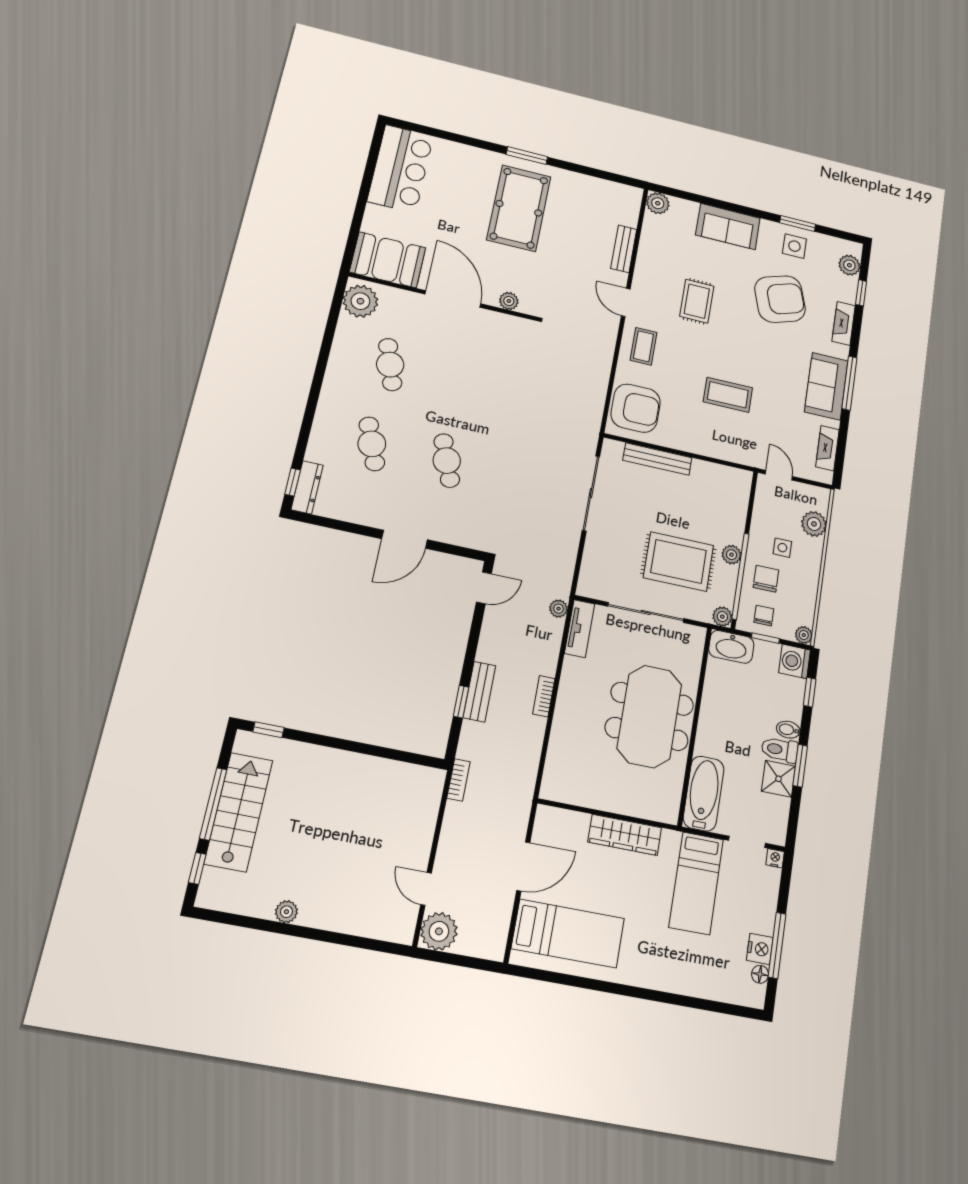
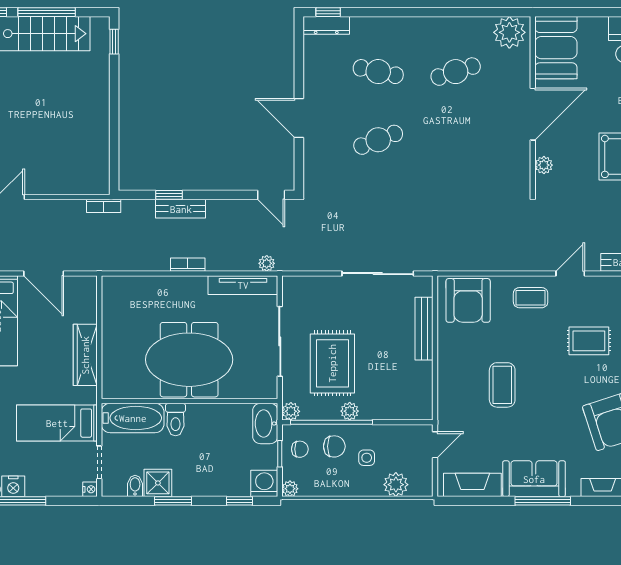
cafe table: (372, 444) -> (378, 72), turned 33
fireplace: (827, 448) -> (472, 485), width x1.37, depth x1.32
tv unit: (580, 629) -> (243, 285), width x1.41
bidet: (788, 730) -> (135, 486), moved
toilet: (780, 750) -> (176, 420), moved, turned 180

